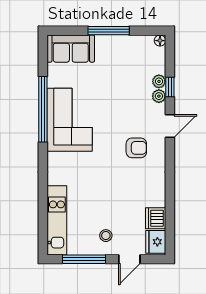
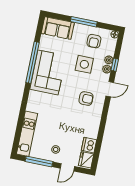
armchair: (130, 57) -> (94, 41), added
side table: (123, 96) -> (84, 64), added

